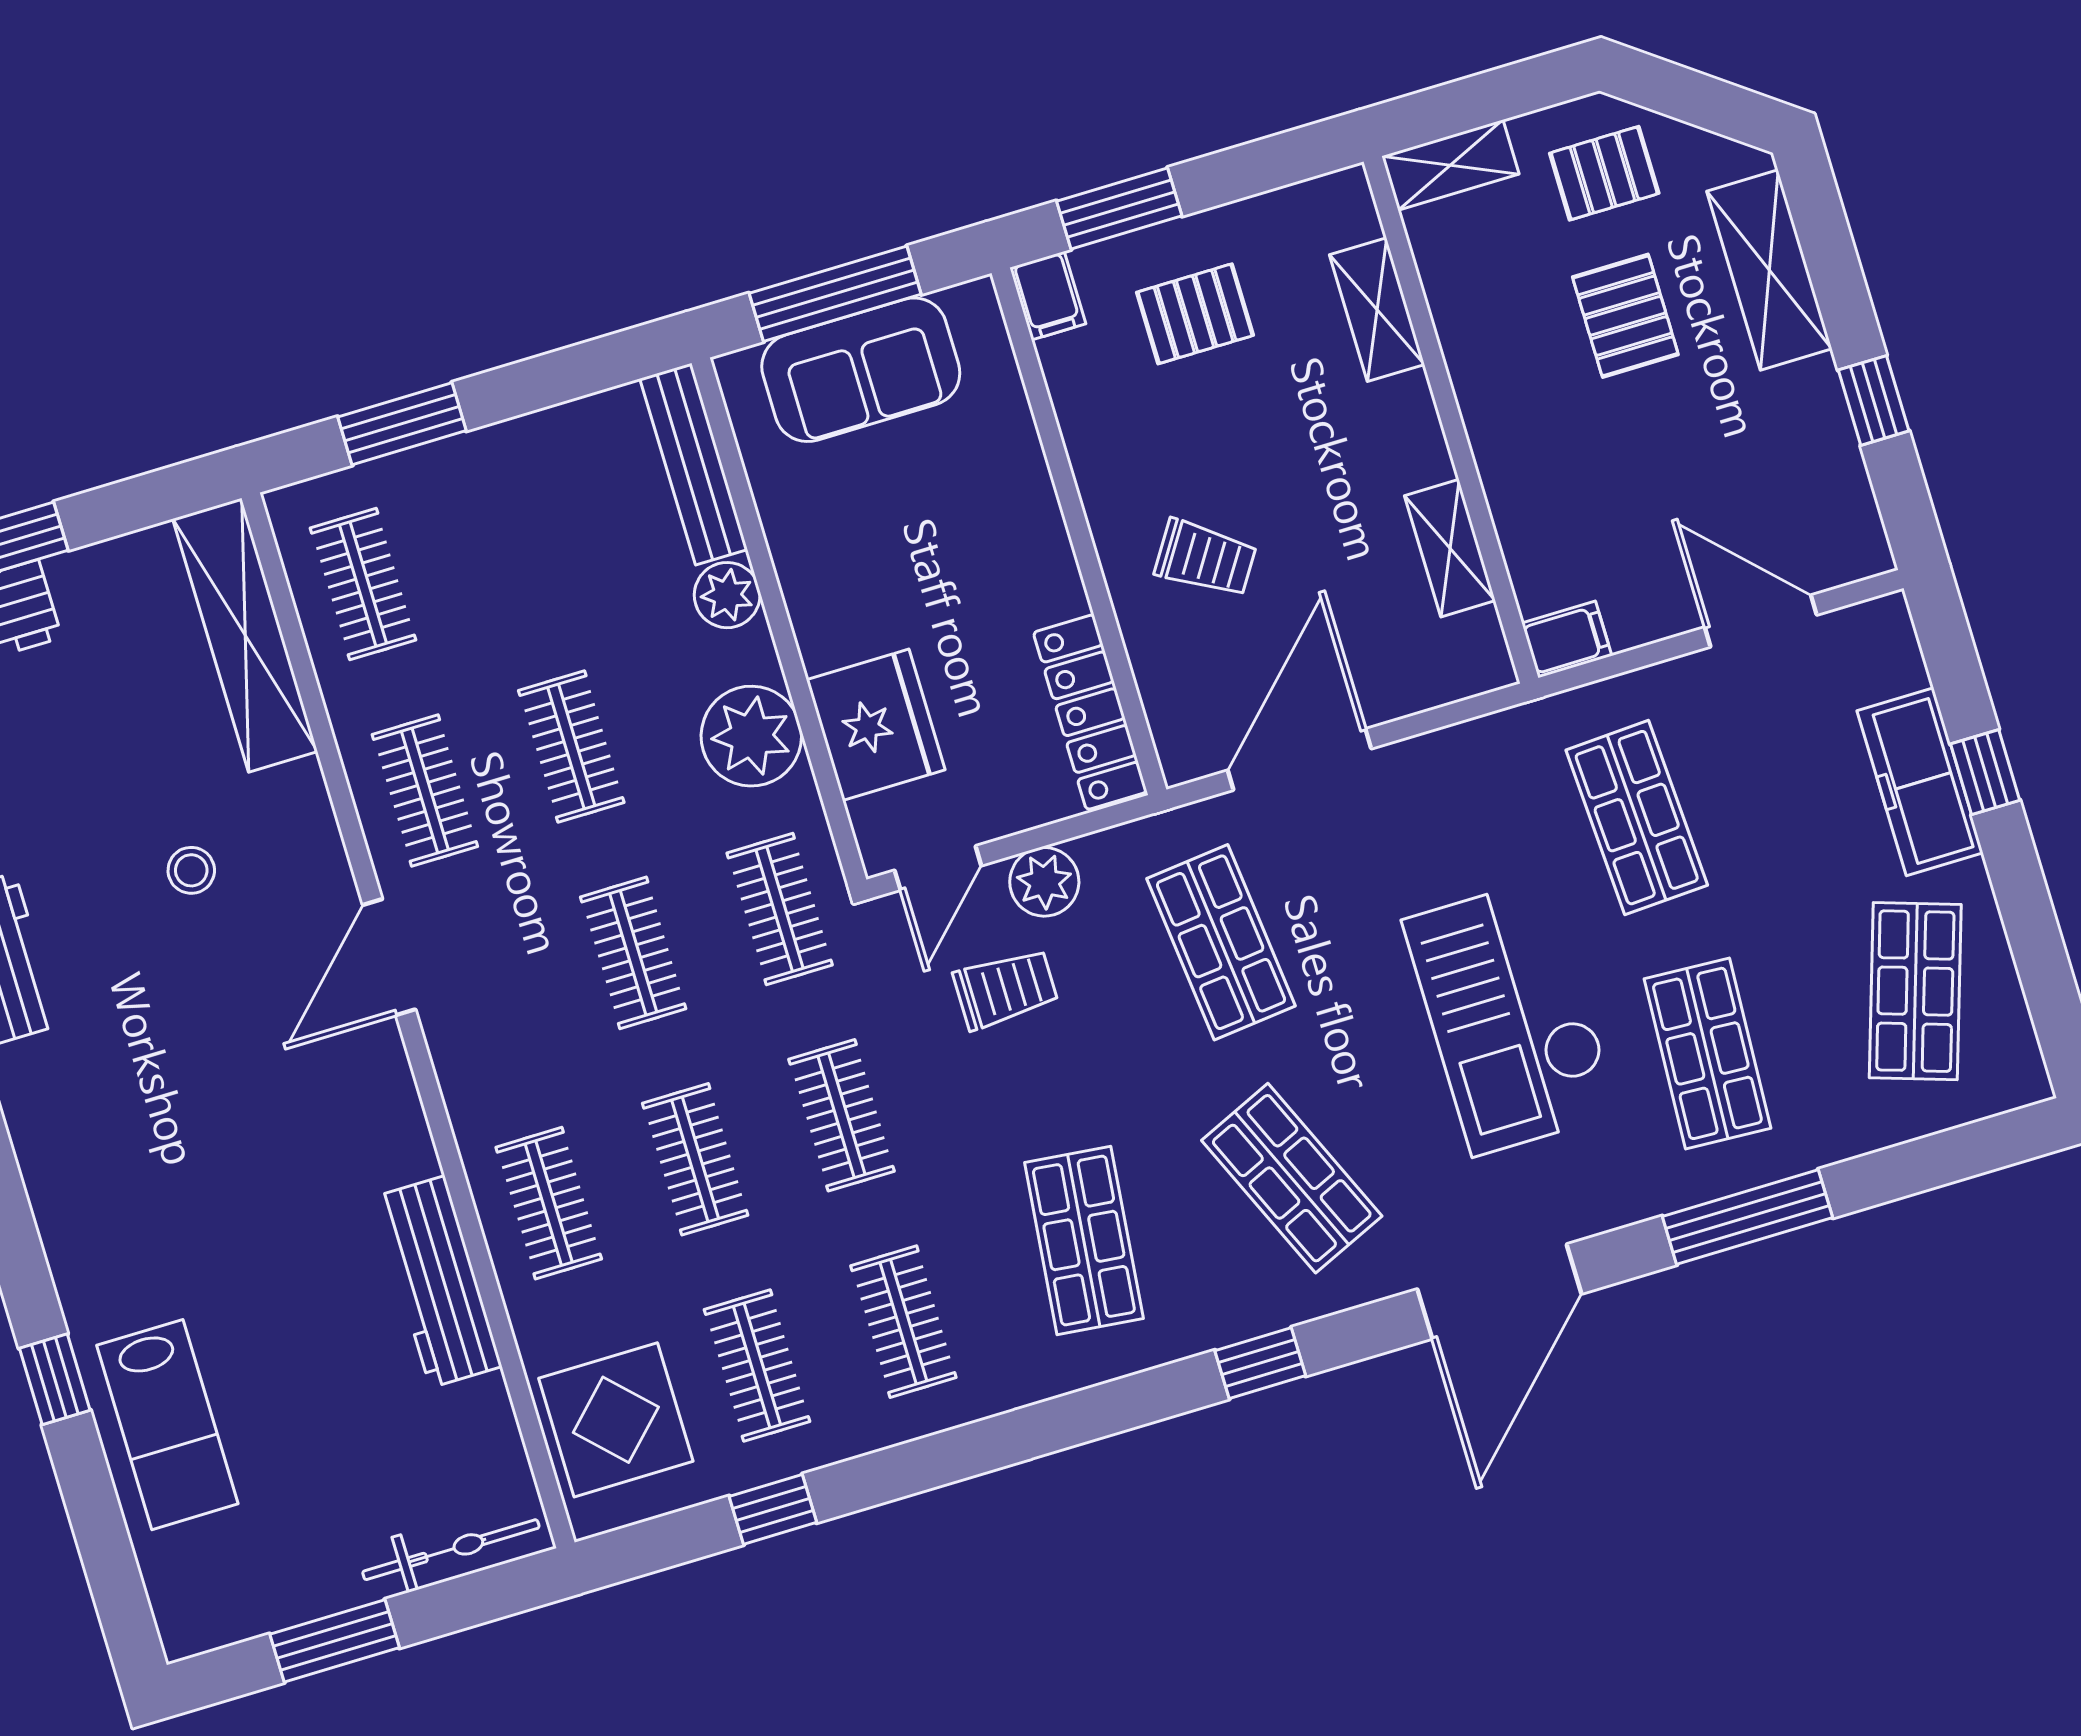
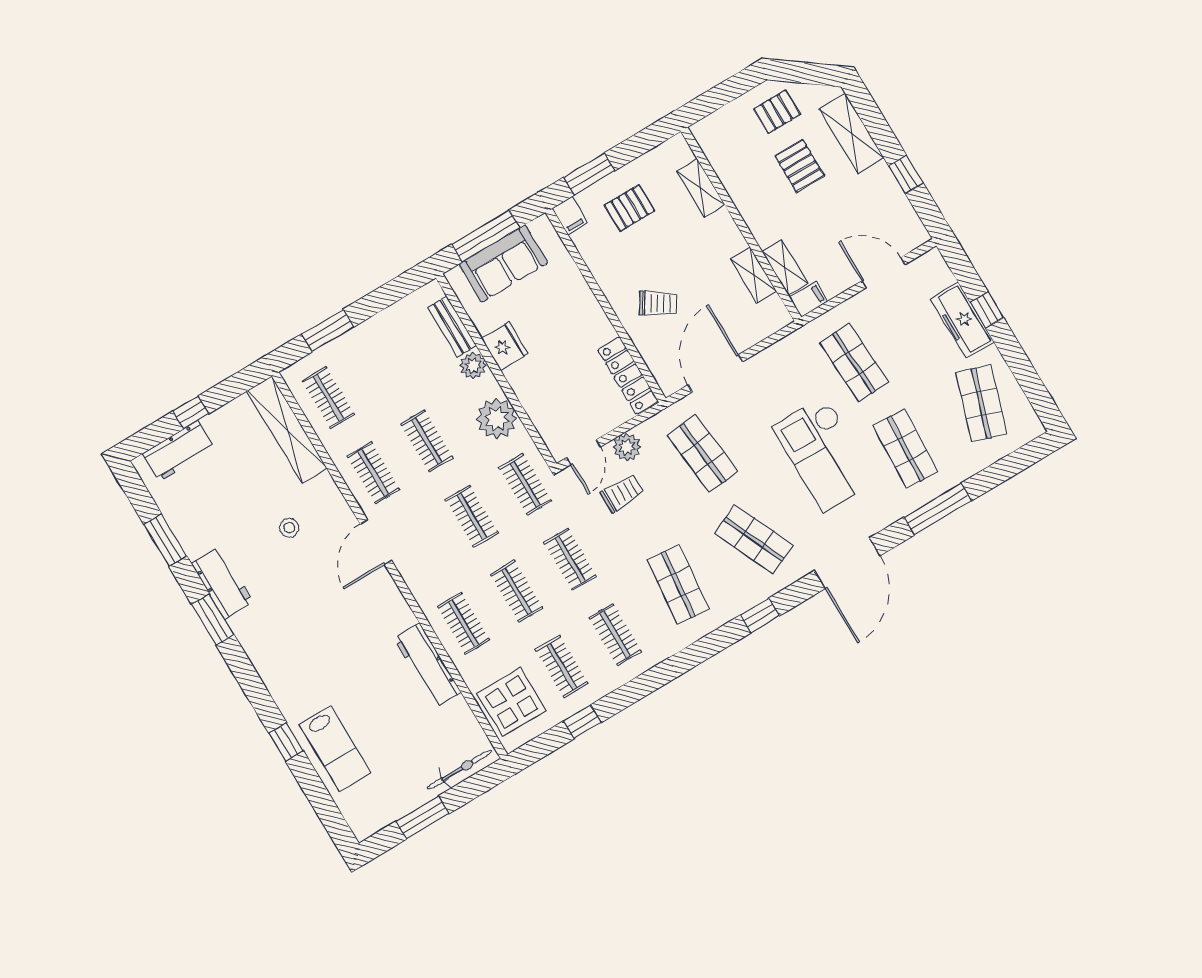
shelving: (1450, 165) -> (785, 268), moved, turned 90
bench: (694, 464) -> (452, 326), width x0.73
fridge: (876, 725) -> (505, 346), moved, width x0.73, depth x0.75

